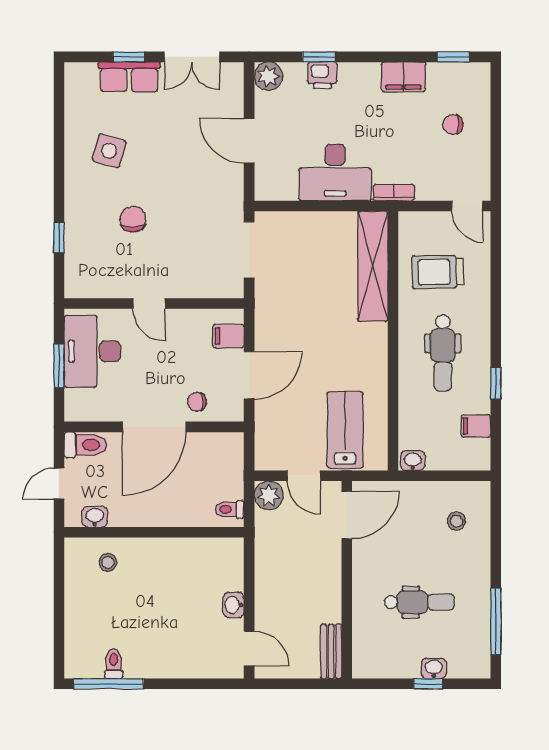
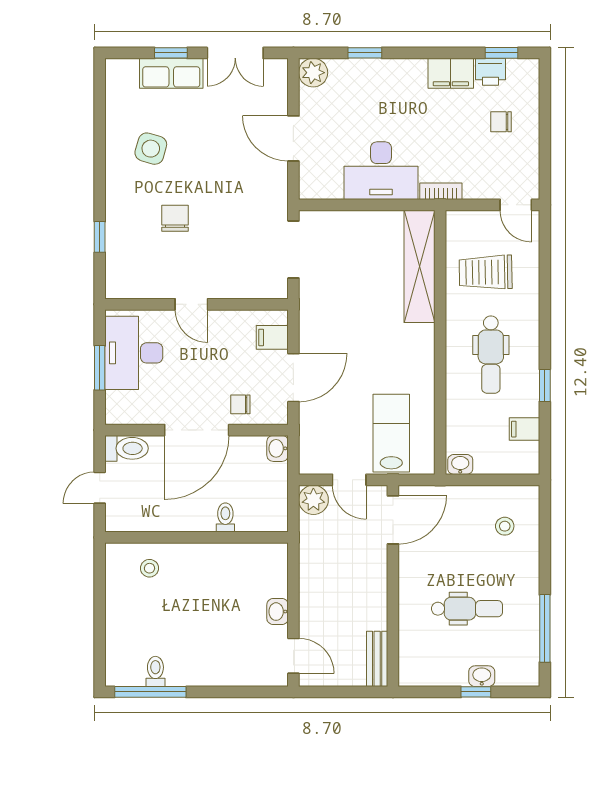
printer: (322, 75) -> (490, 72), moved
toilet: (230, 509) -> (225, 517), moved, turned 90
washbasin: (95, 517) -> (278, 448), moved, turned -90

